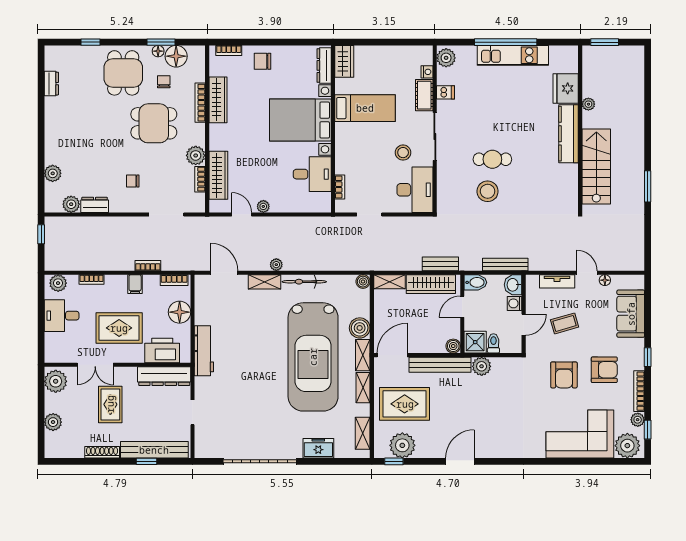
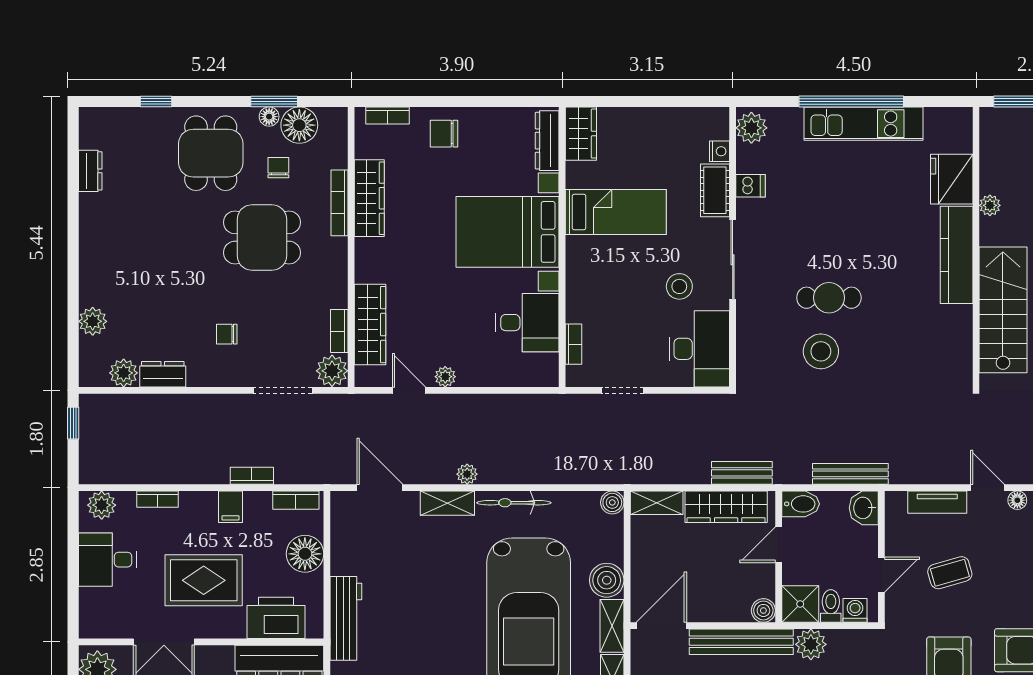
plant: (196, 155) -> (332, 371), moved
washing machine: (515, 303) -> (855, 610), moved, turned 90

